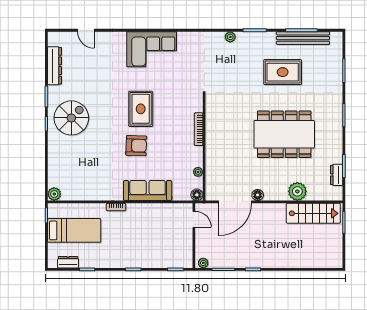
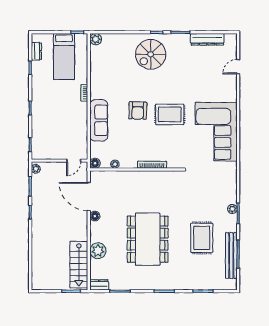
plant: (230, 37) -> (232, 209), moved
corner sofa: (152, 49) -> (216, 132), width x1.36, depth x1.36
spiral stairs: (71, 118) -> (151, 54), moved, turned 90
dresser: (337, 175) -> (99, 285), moved

